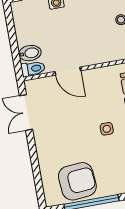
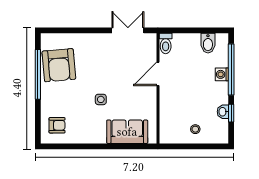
bidet: (30, 53) -> (208, 43), moved

